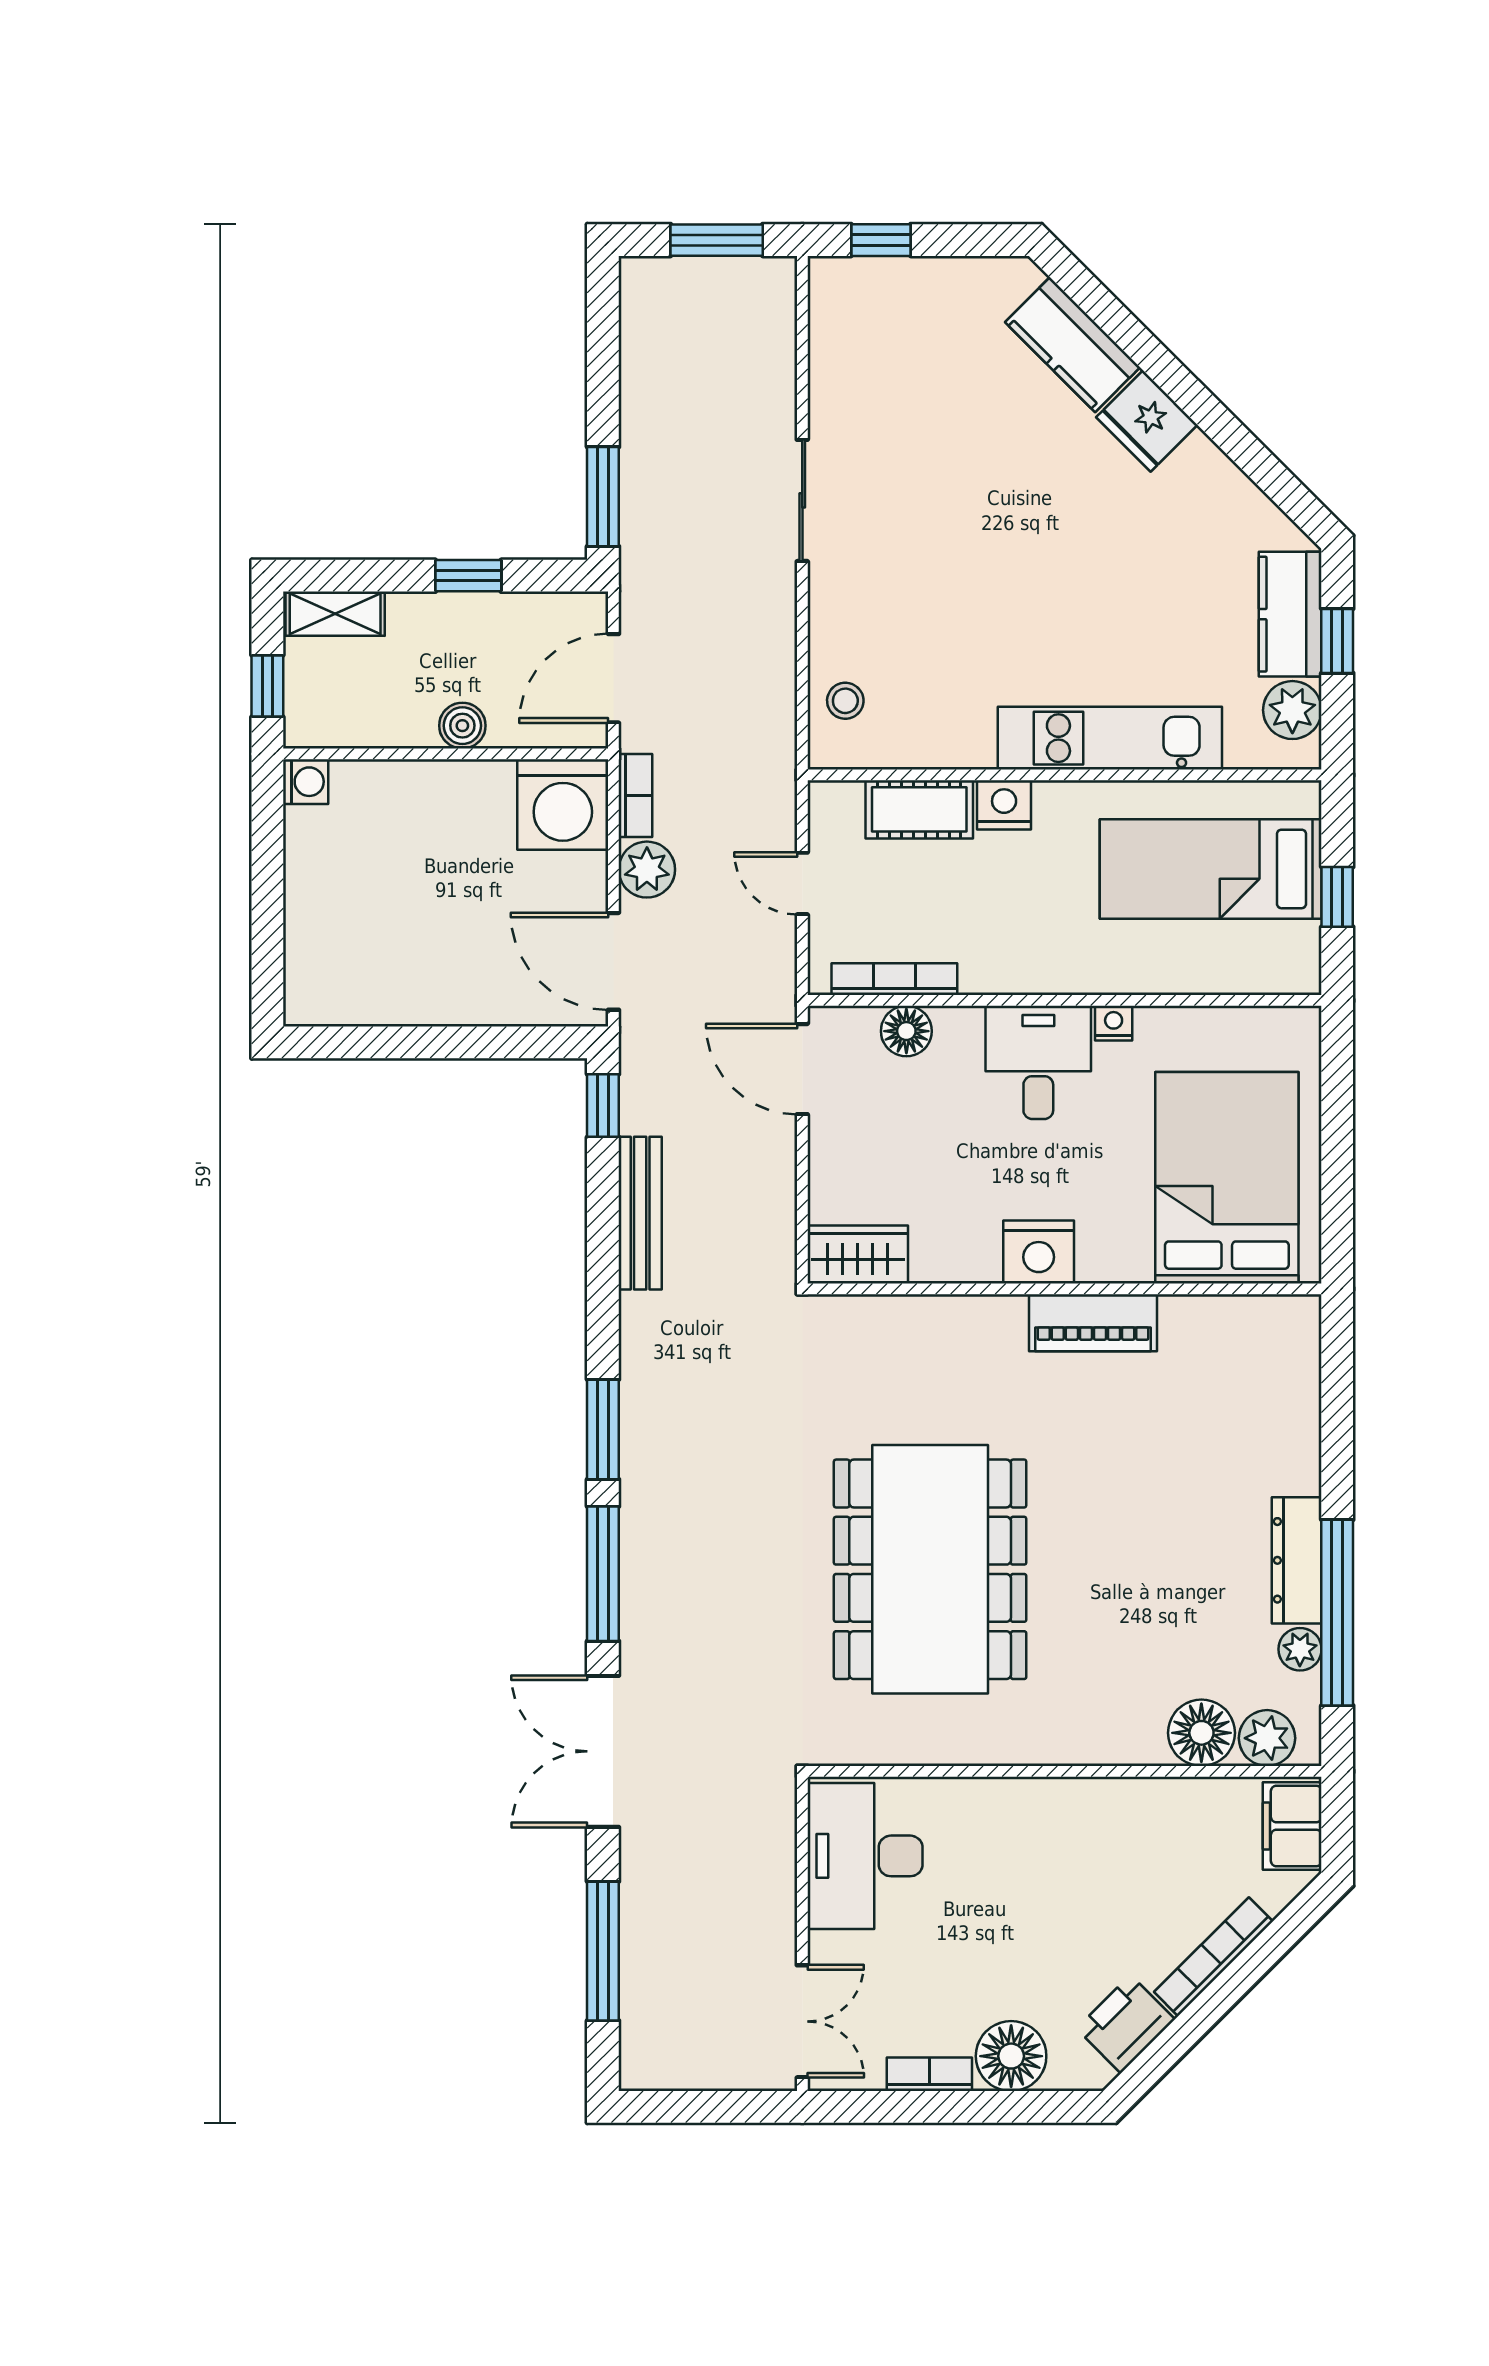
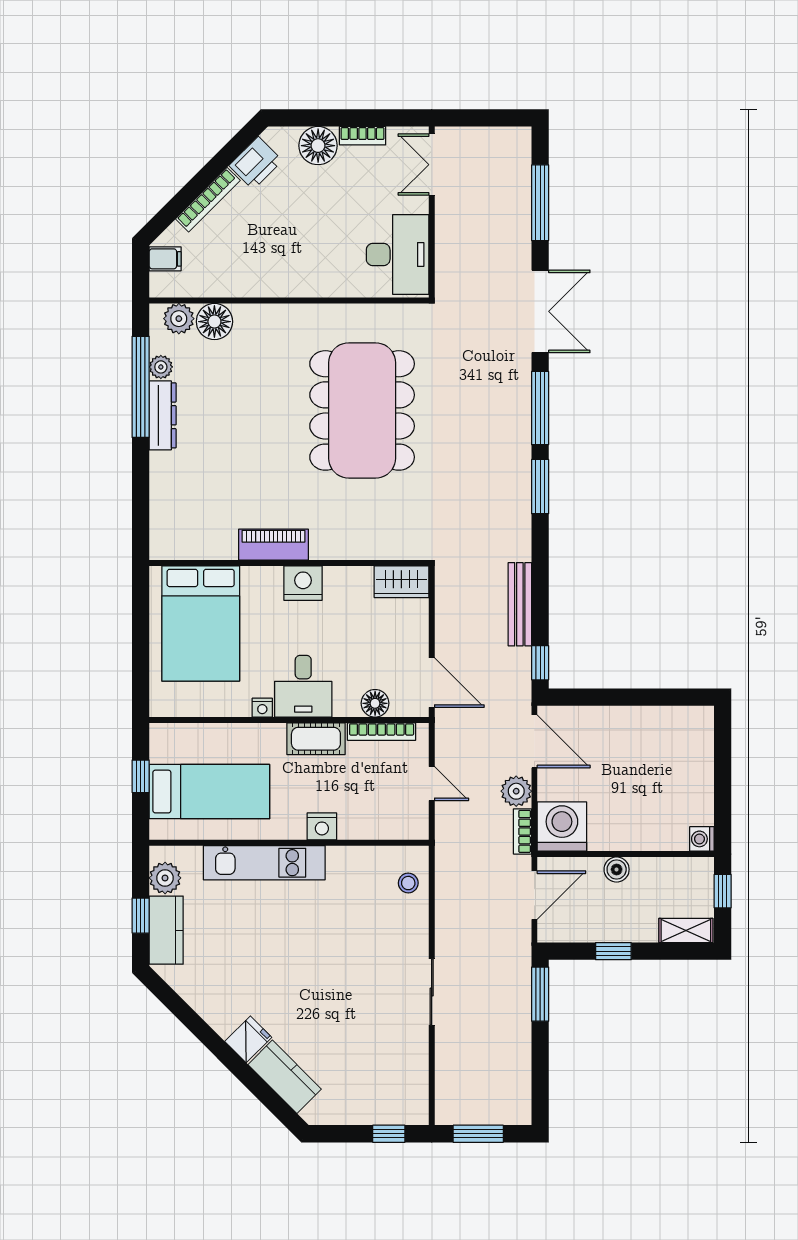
fridge: (1147, 421) -> (248, 1039), width x0.72
cot: (919, 809) -> (316, 739), moved
filing cabinet: (1292, 1826) -> (165, 259), width x0.50

